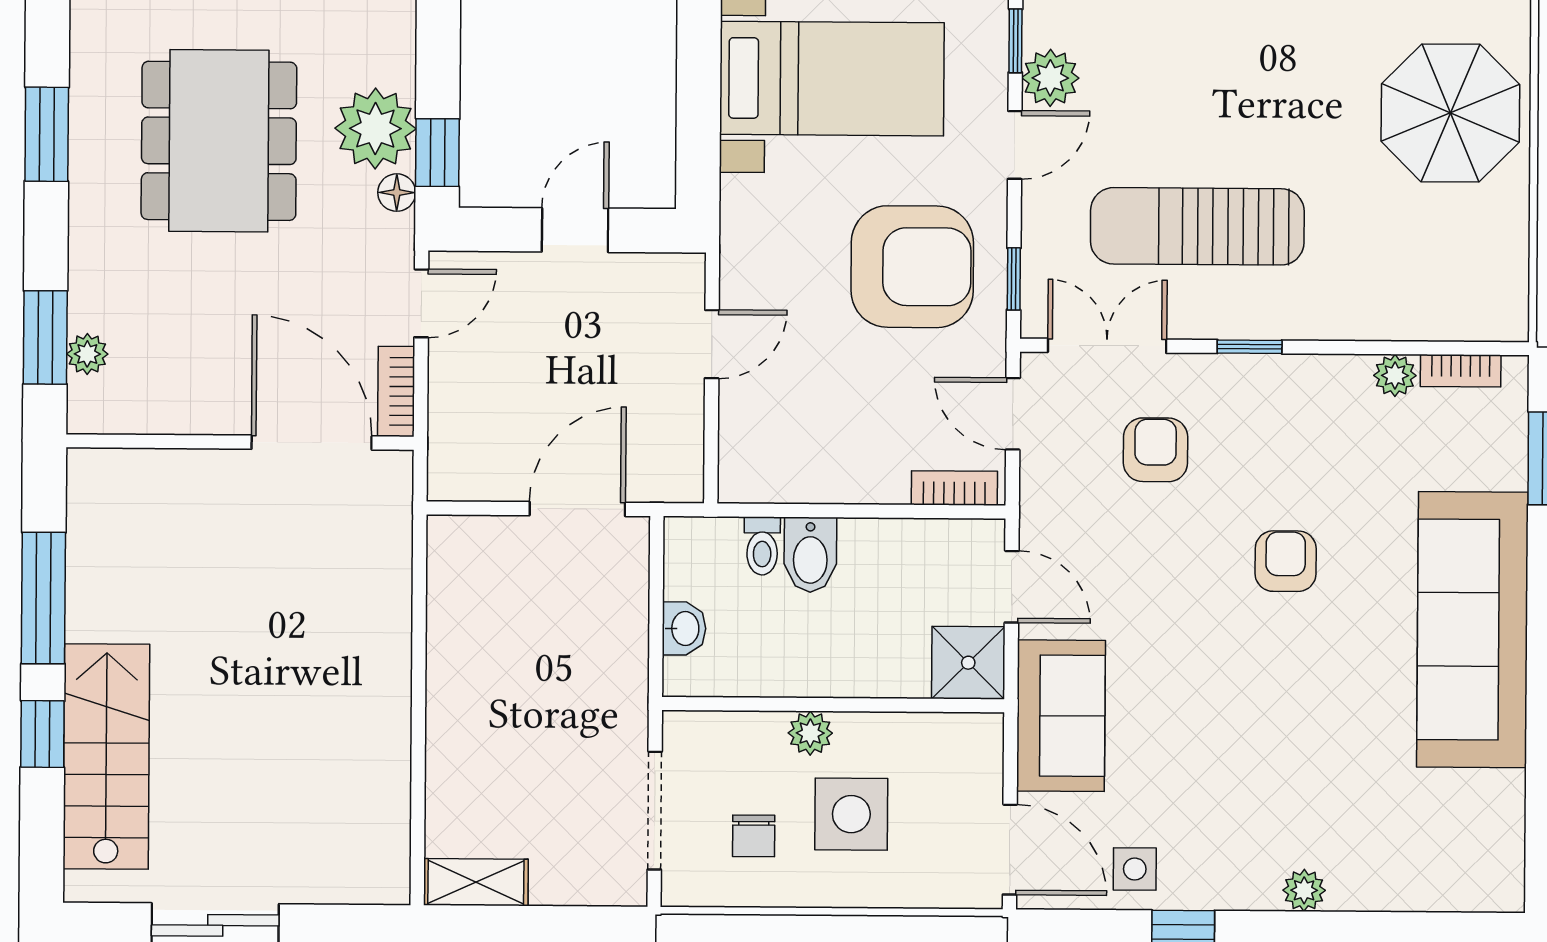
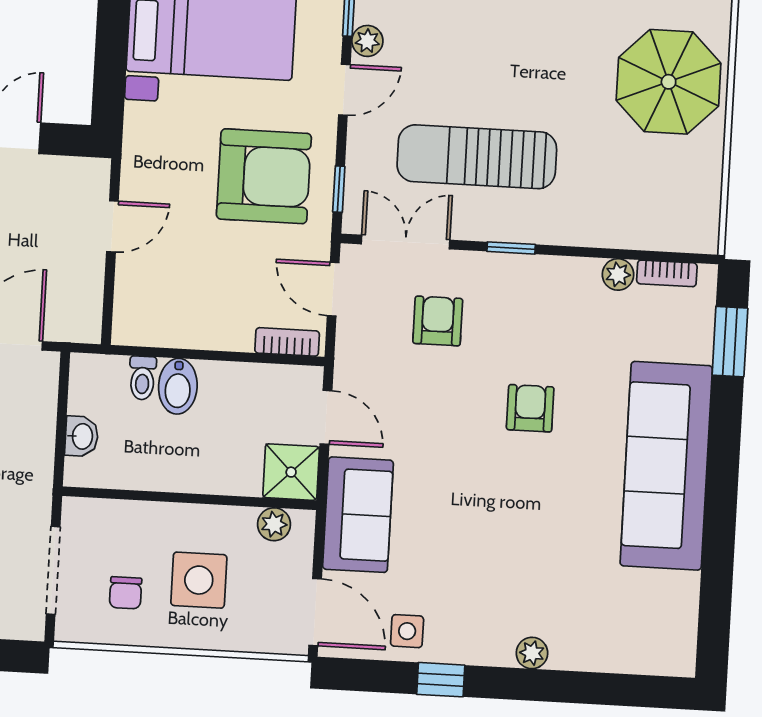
plant: (1050, 78) -> (367, 41), width x0.73, depth x0.73
plant: (810, 733) -> (274, 524), moved

